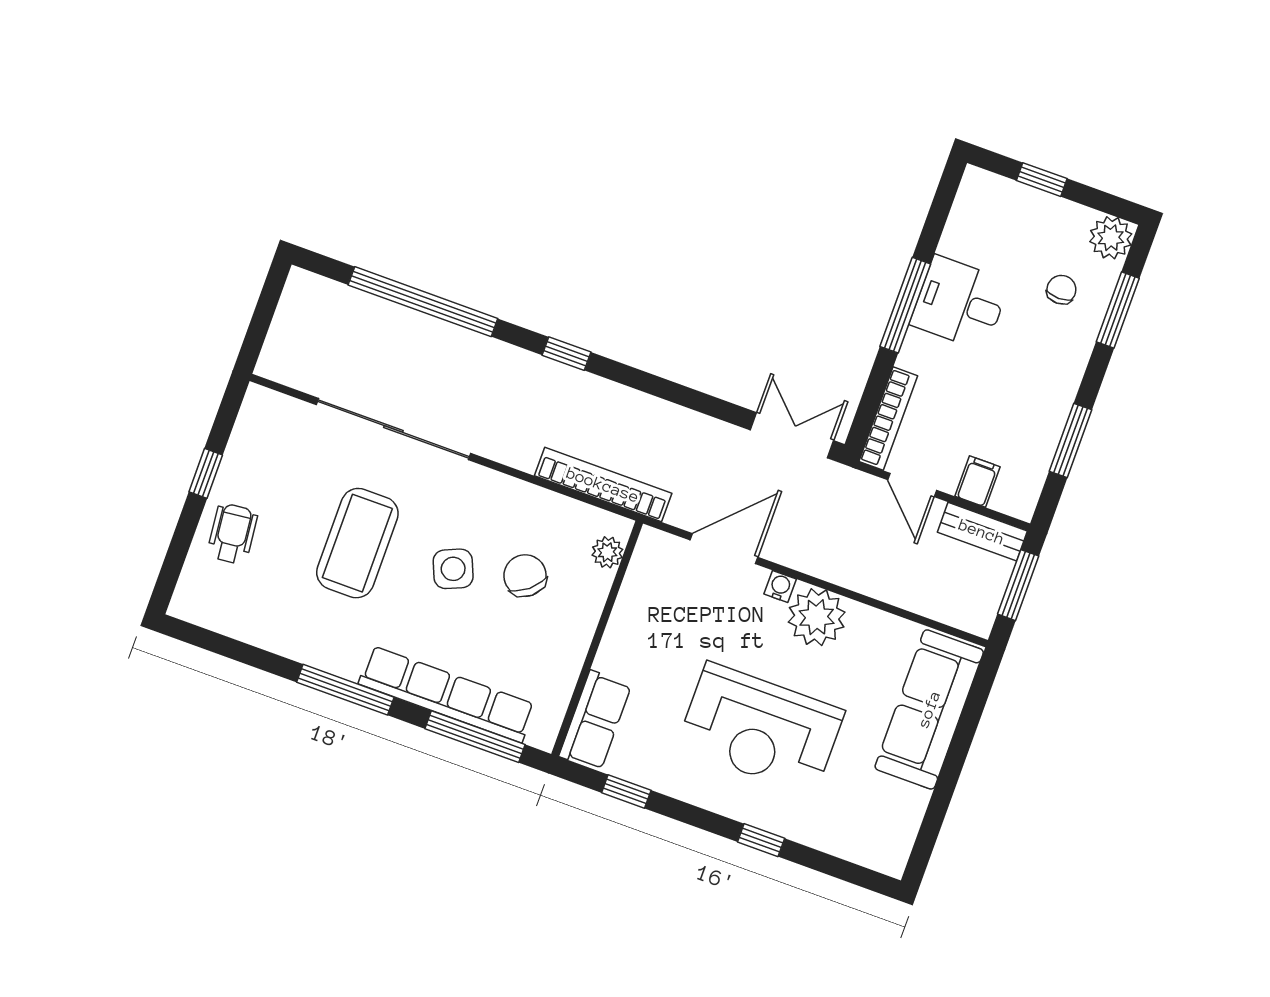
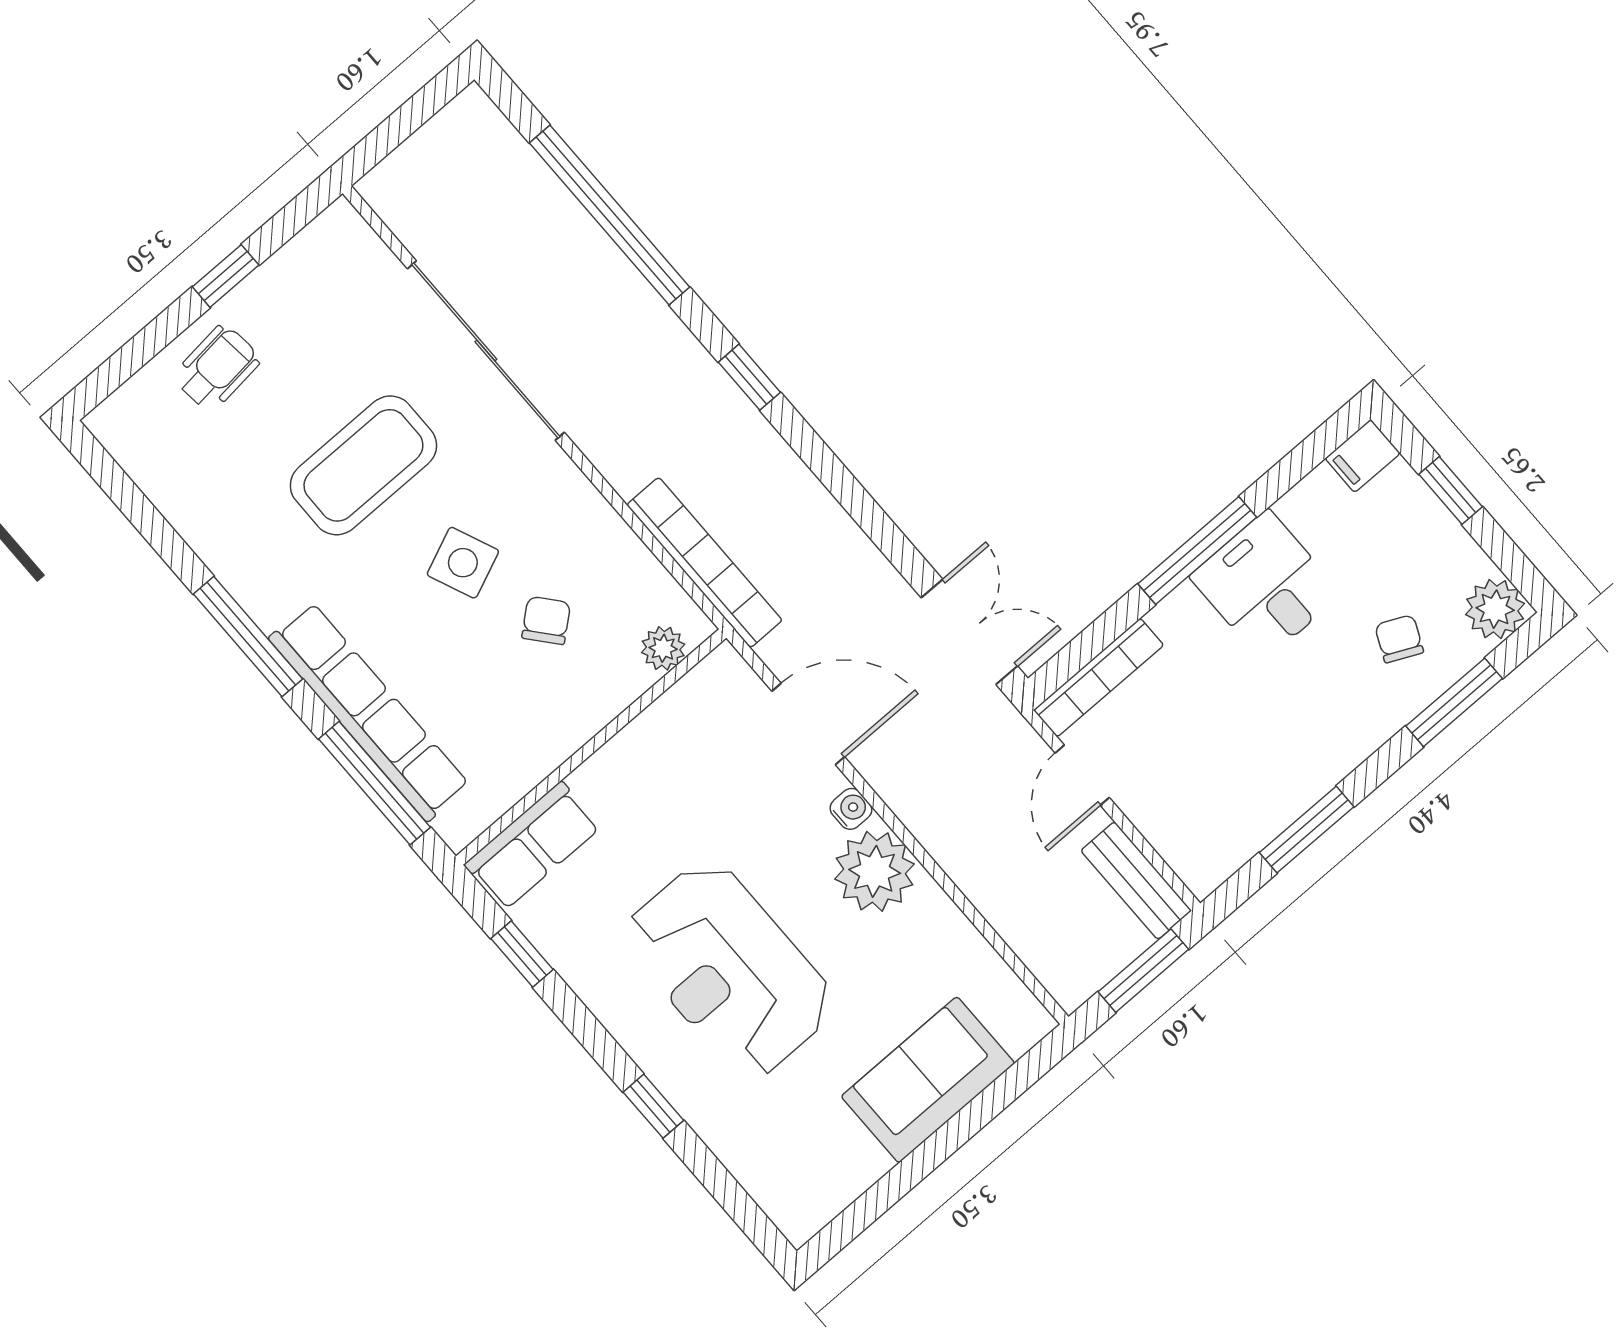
chair: (1061, 290) -> (1399, 639), turned -65
filing cabinet: (978, 481) -> (1363, 456), moved, turned 180
chair: (525, 576) -> (546, 620), width x0.73, depth x0.73
sofa: (929, 709) -> (928, 1080), width x0.73

